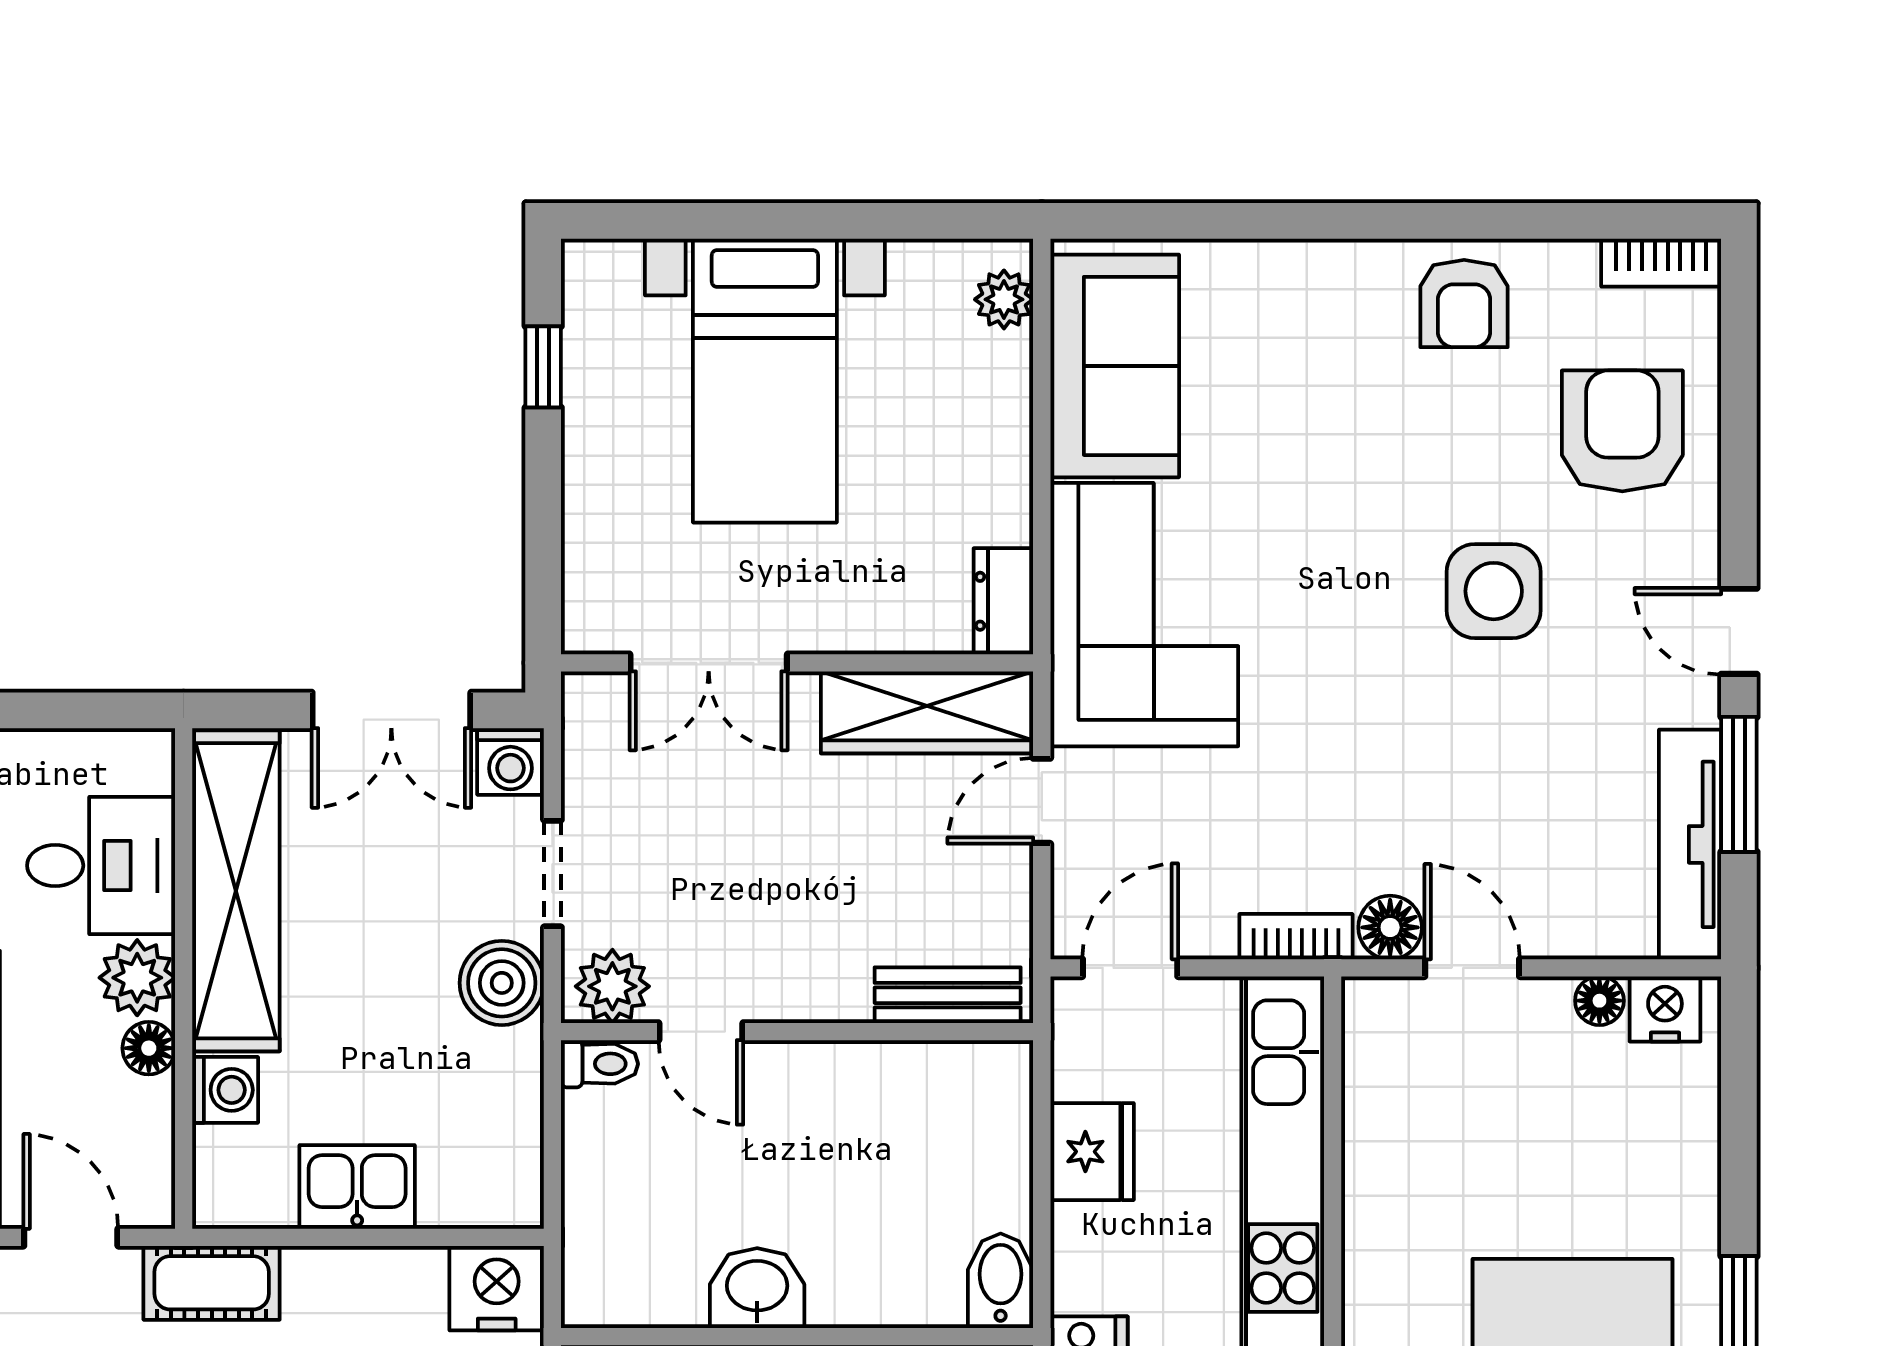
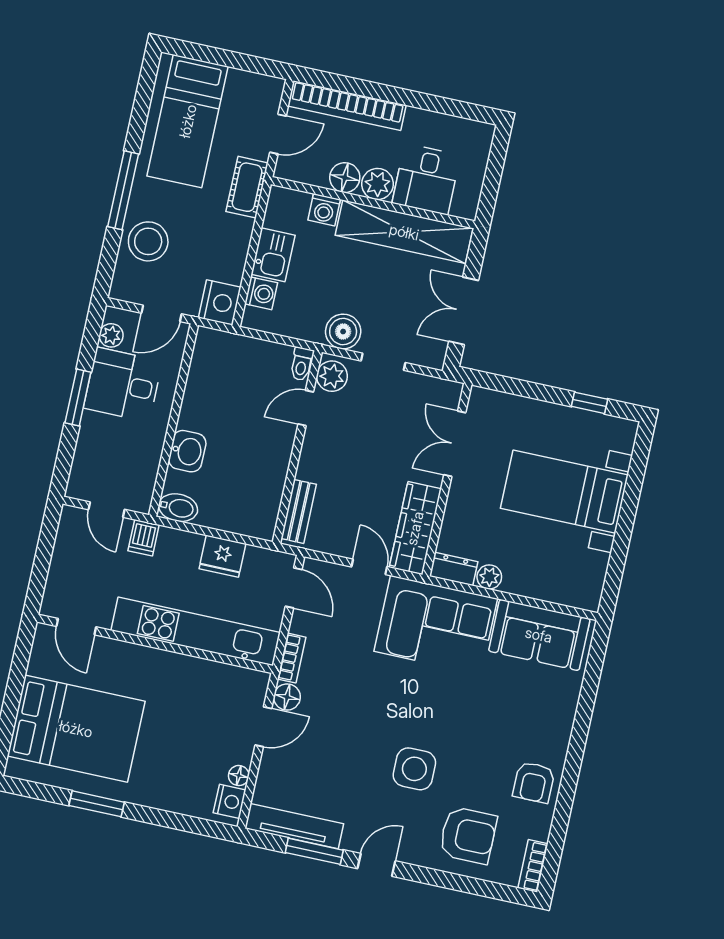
plant: (1004, 299) -> (489, 577), moved
armchair: (1464, 304) -> (534, 782), turned -90
washing machine: (511, 761) -> (261, 293), moved, turned 180
floor lamp: (149, 1048) -> (345, 178), width x1.37, depth x1.37
washbasin: (757, 1288) -> (187, 451), moved

